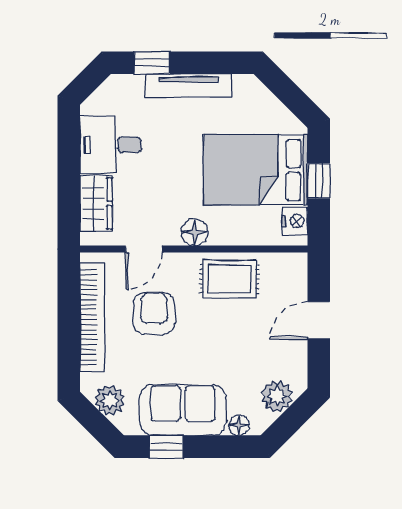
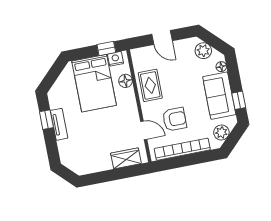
window: (152, 63) -> (46, 120), moved
tv unit: (188, 86) -> (59, 124), width x0.71
desk: (111, 145) -> (96, 157), removed
window: (319, 181) -> (106, 48), moved
floor lamp: (195, 232) -> (126, 81), moved
armchair: (154, 313) -> (174, 119), turned 180

